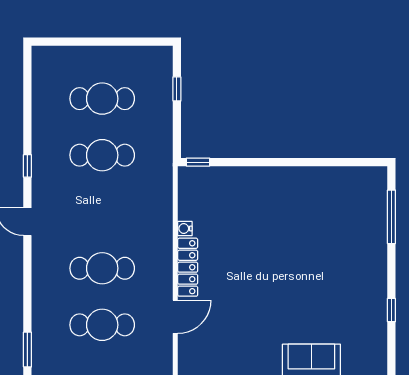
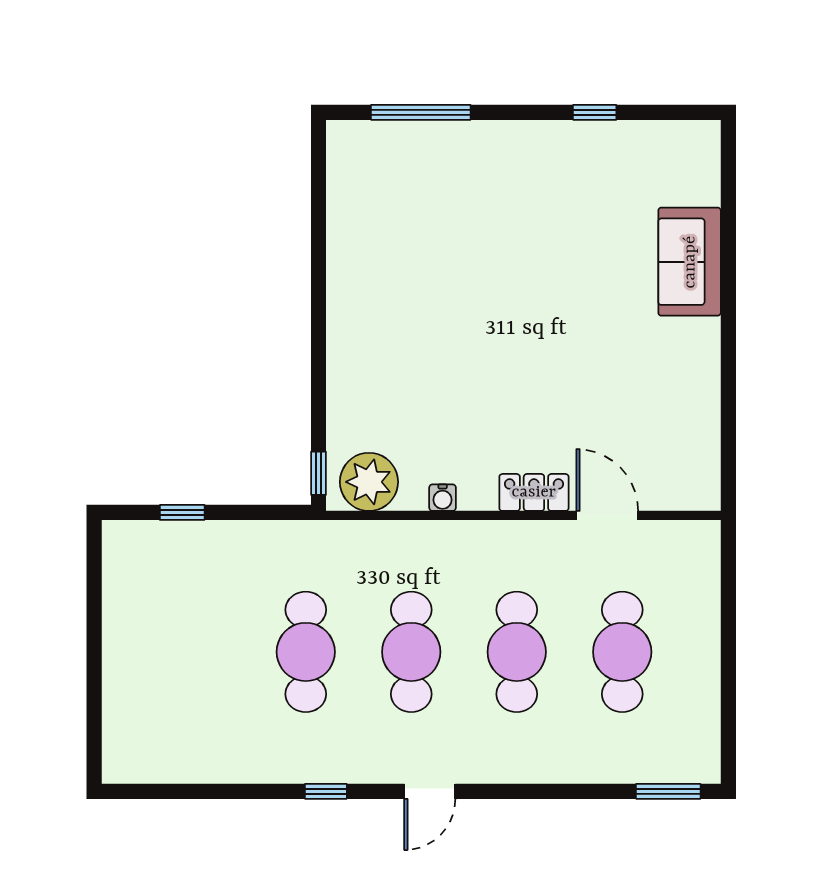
cafe table: (102, 99) -> (411, 652), moved
plant: (193, 189) -> (369, 482), added
locker: (188, 267) -> (534, 492), width x0.66

